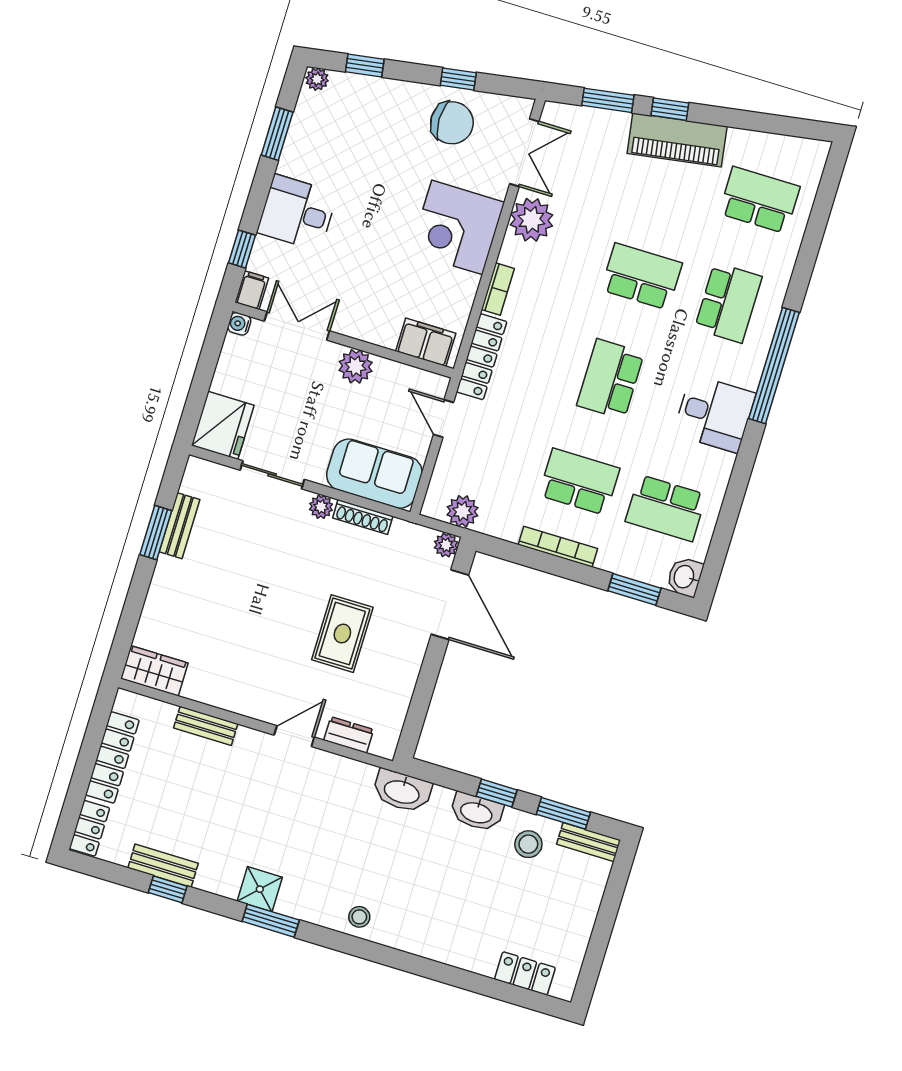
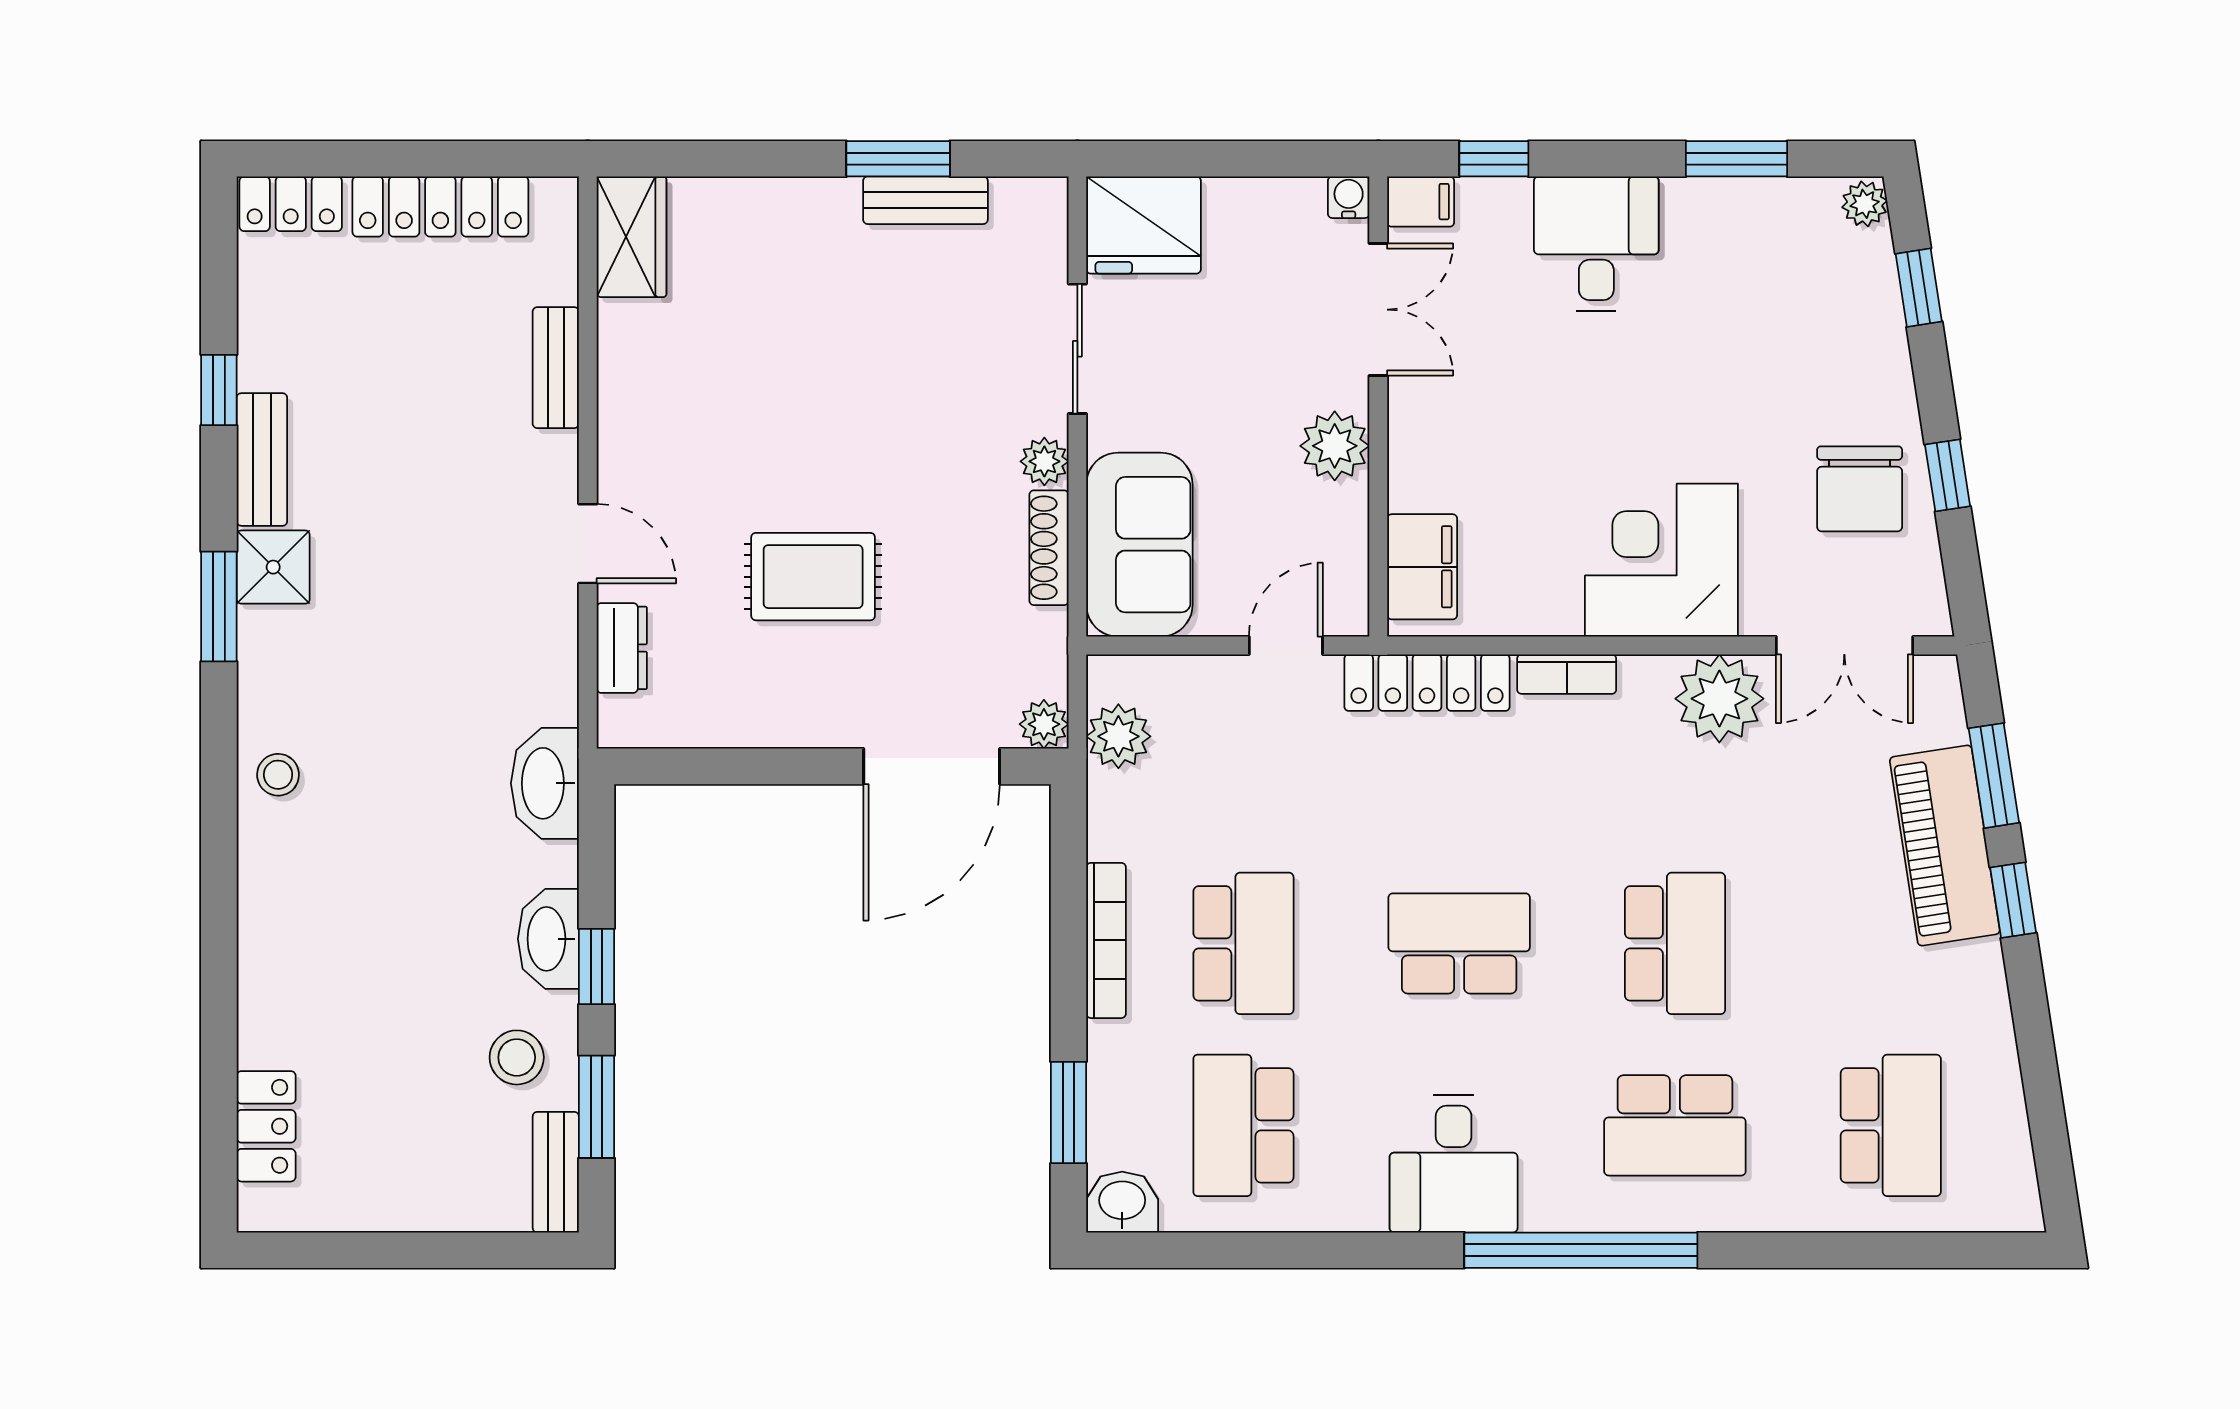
piano: (677, 140) -> (1945, 846), moved
bench: (163, 866) -> (262, 459), moved

